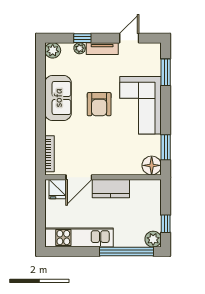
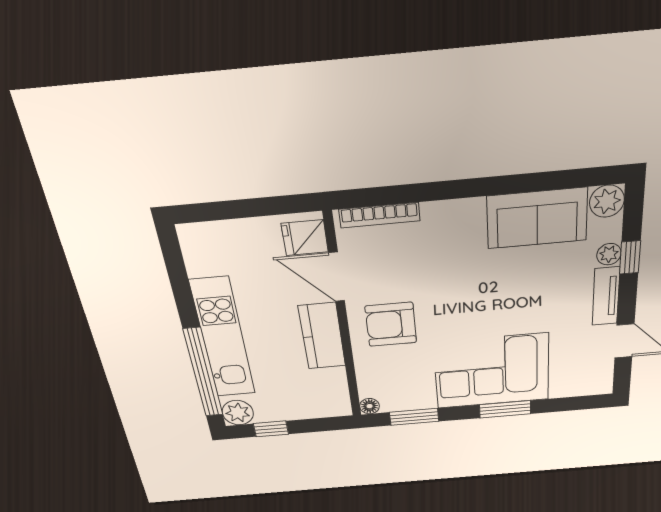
window: (166, 72) -> (505, 409), moved
sofa: (58, 98) -> (537, 218), moved
armchair: (99, 104) -> (391, 324), moved
floor lamp: (152, 165) -> (370, 406), width x0.53, depth x0.53
kitchen unit: (79, 238) -> (223, 338), moved

